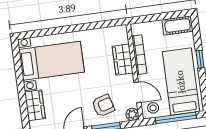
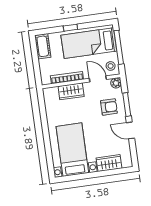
door: (137, 92) -> (98, 79), hinge flipped
armchair: (103, 106) -> (109, 107), turned 106

